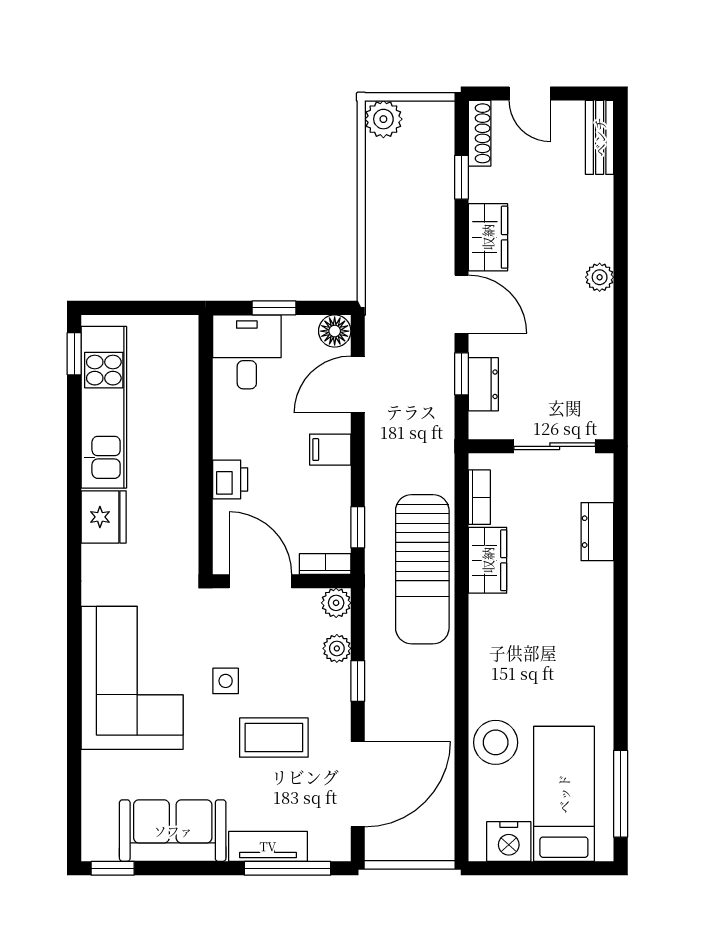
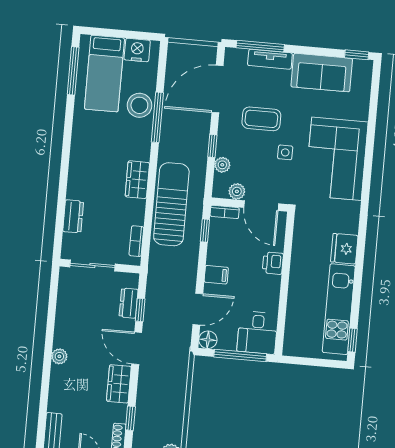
window: (274, 308) -> (240, 355), width x2.17
wardrobe: (488, 560) -> (137, 180), moved
plant: (336, 603) -> (237, 191), moved
window: (462, 724) -> (157, 117), added

